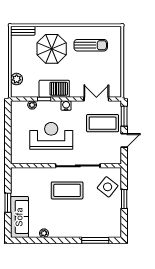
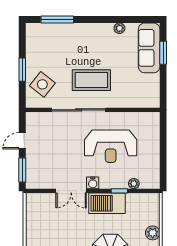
plant: (17, 79) -> (153, 233), moved
double door: (96, 99) -> (71, 191), moved
coffee table: (103, 123) -> (48, 162), removed
window: (8, 203) -> (163, 53), moved

